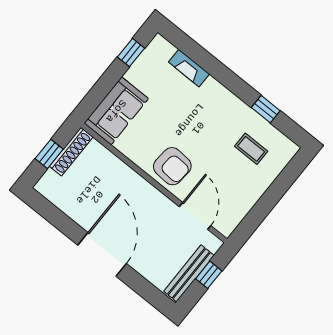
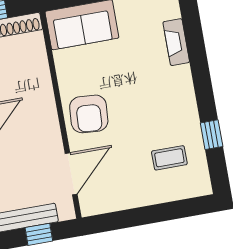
coffee table: (251, 149) -> (169, 158), turned 90

